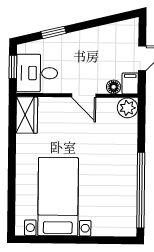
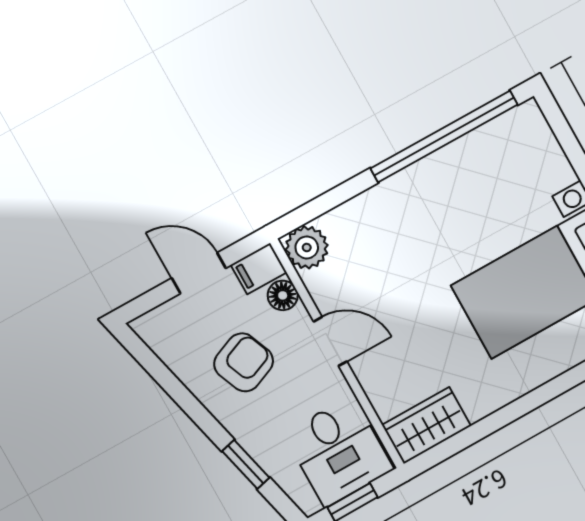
armchair: (96, 55) -> (244, 362), added
door: (84, 95) -> (330, 341), hinge flipped

